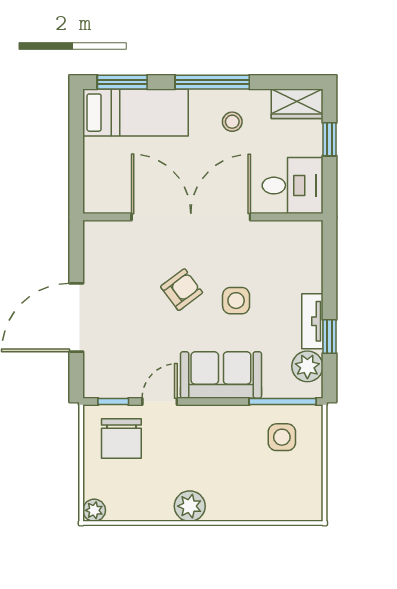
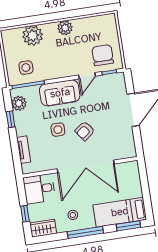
tv unit: (312, 321) -> (24, 150), moved
plant: (94, 510) -> (33, 36), moved, width x1.87, depth x1.87

